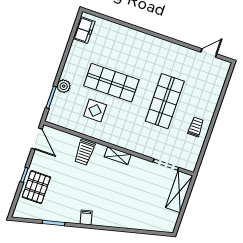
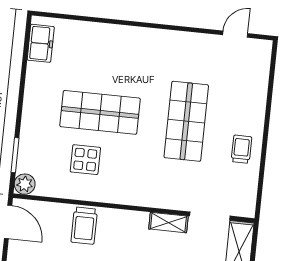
plant: (64, 86) -> (25, 184), moved
shelving: (118, 156) -> (168, 223), moved

